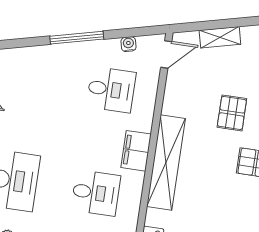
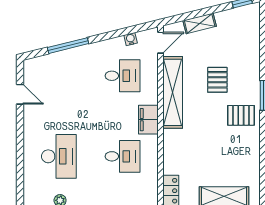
window: (77, 38) -> (68, 46), moved
shelving: (166, 163) -> (173, 92), moved

